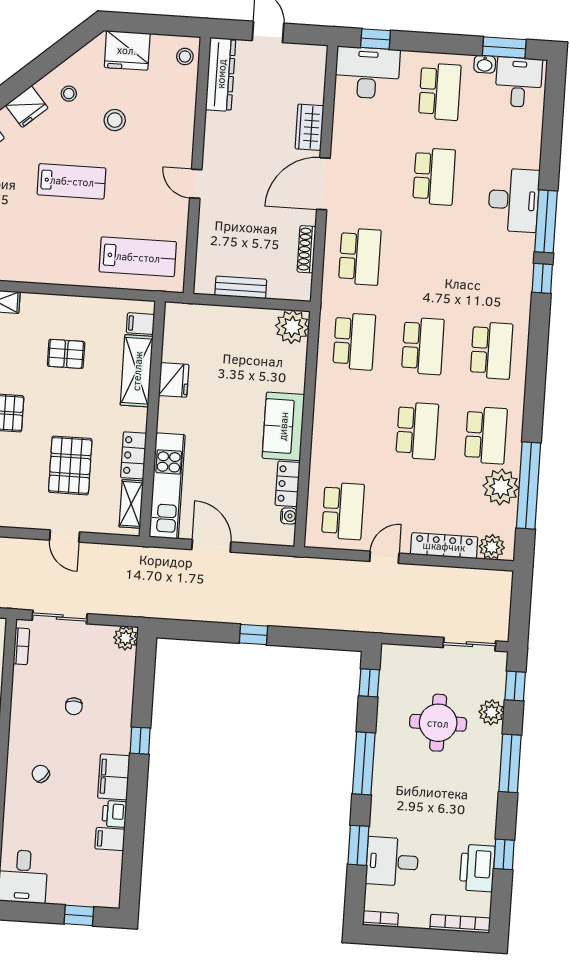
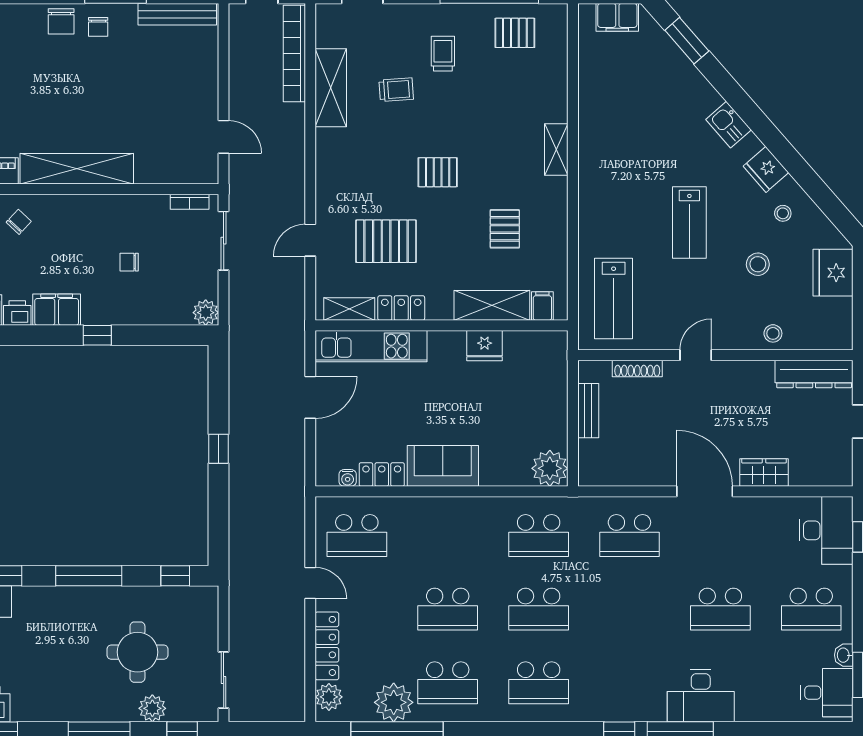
stool: (185, 56) -> (773, 333), moved
shoe rack: (306, 249) -> (637, 369), moved, turned 180
chair: (41, 774) -> (19, 222), moved

